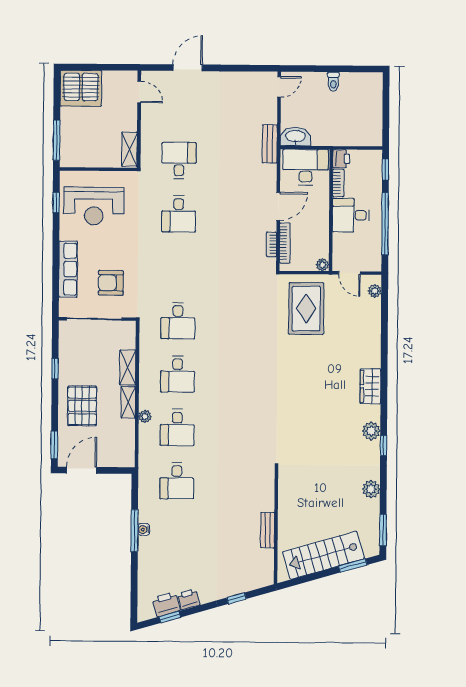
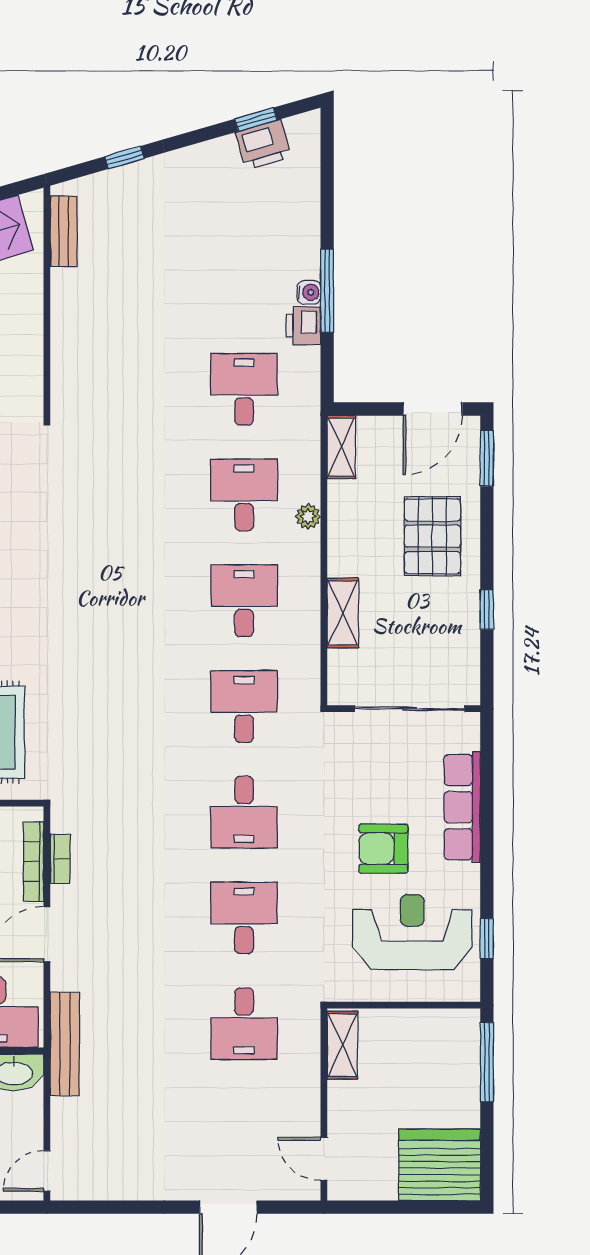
bench: (270, 144) -> (65, 1044), width x1.36
desk: (178, 267) -> (244, 812), added
armchair: (111, 283) -> (383, 849), moved, turned 180
shelving: (128, 402) -> (341, 447), moved
bench: (268, 530) -> (64, 231), moved
printer: (189, 599) -> (303, 326), moved, turned 106

